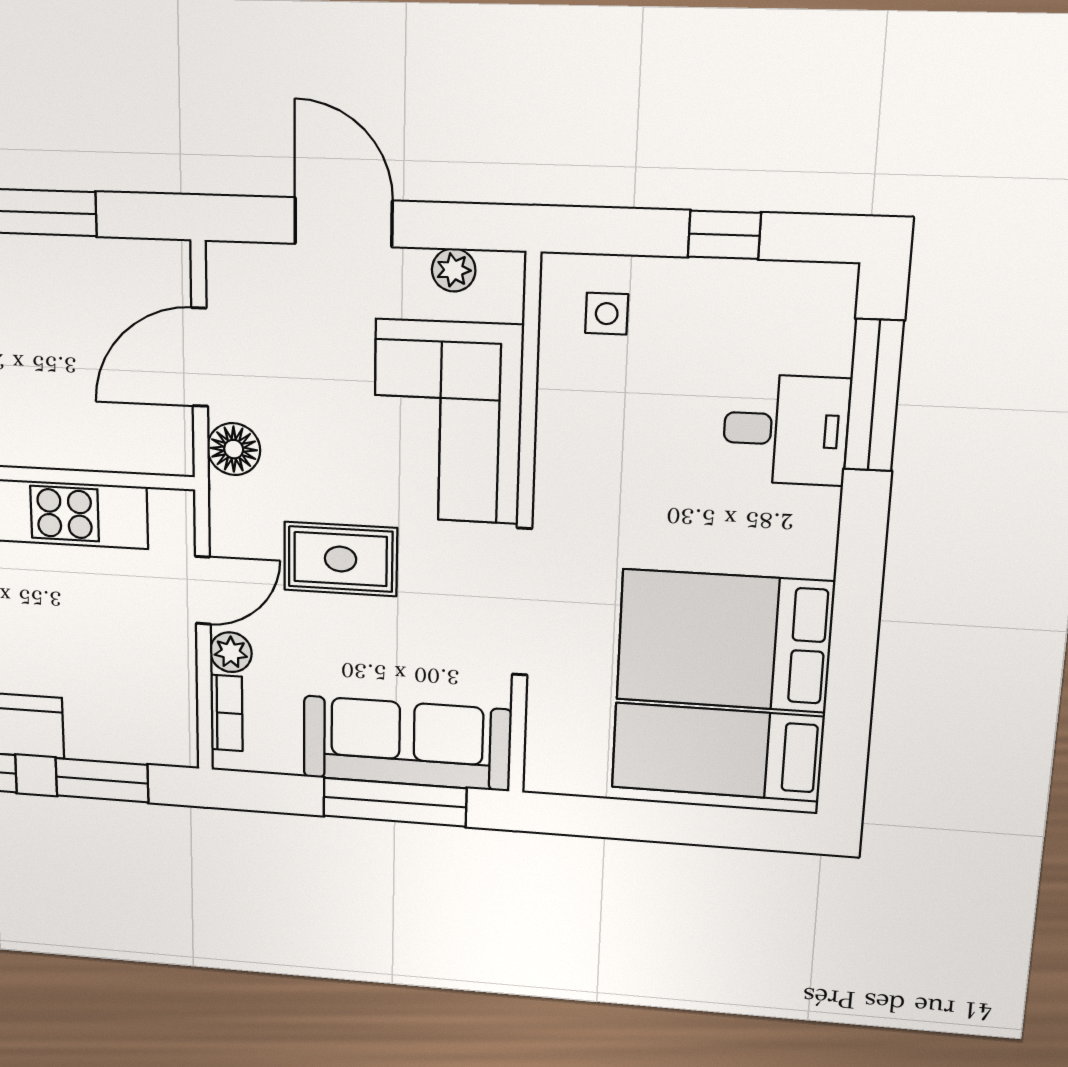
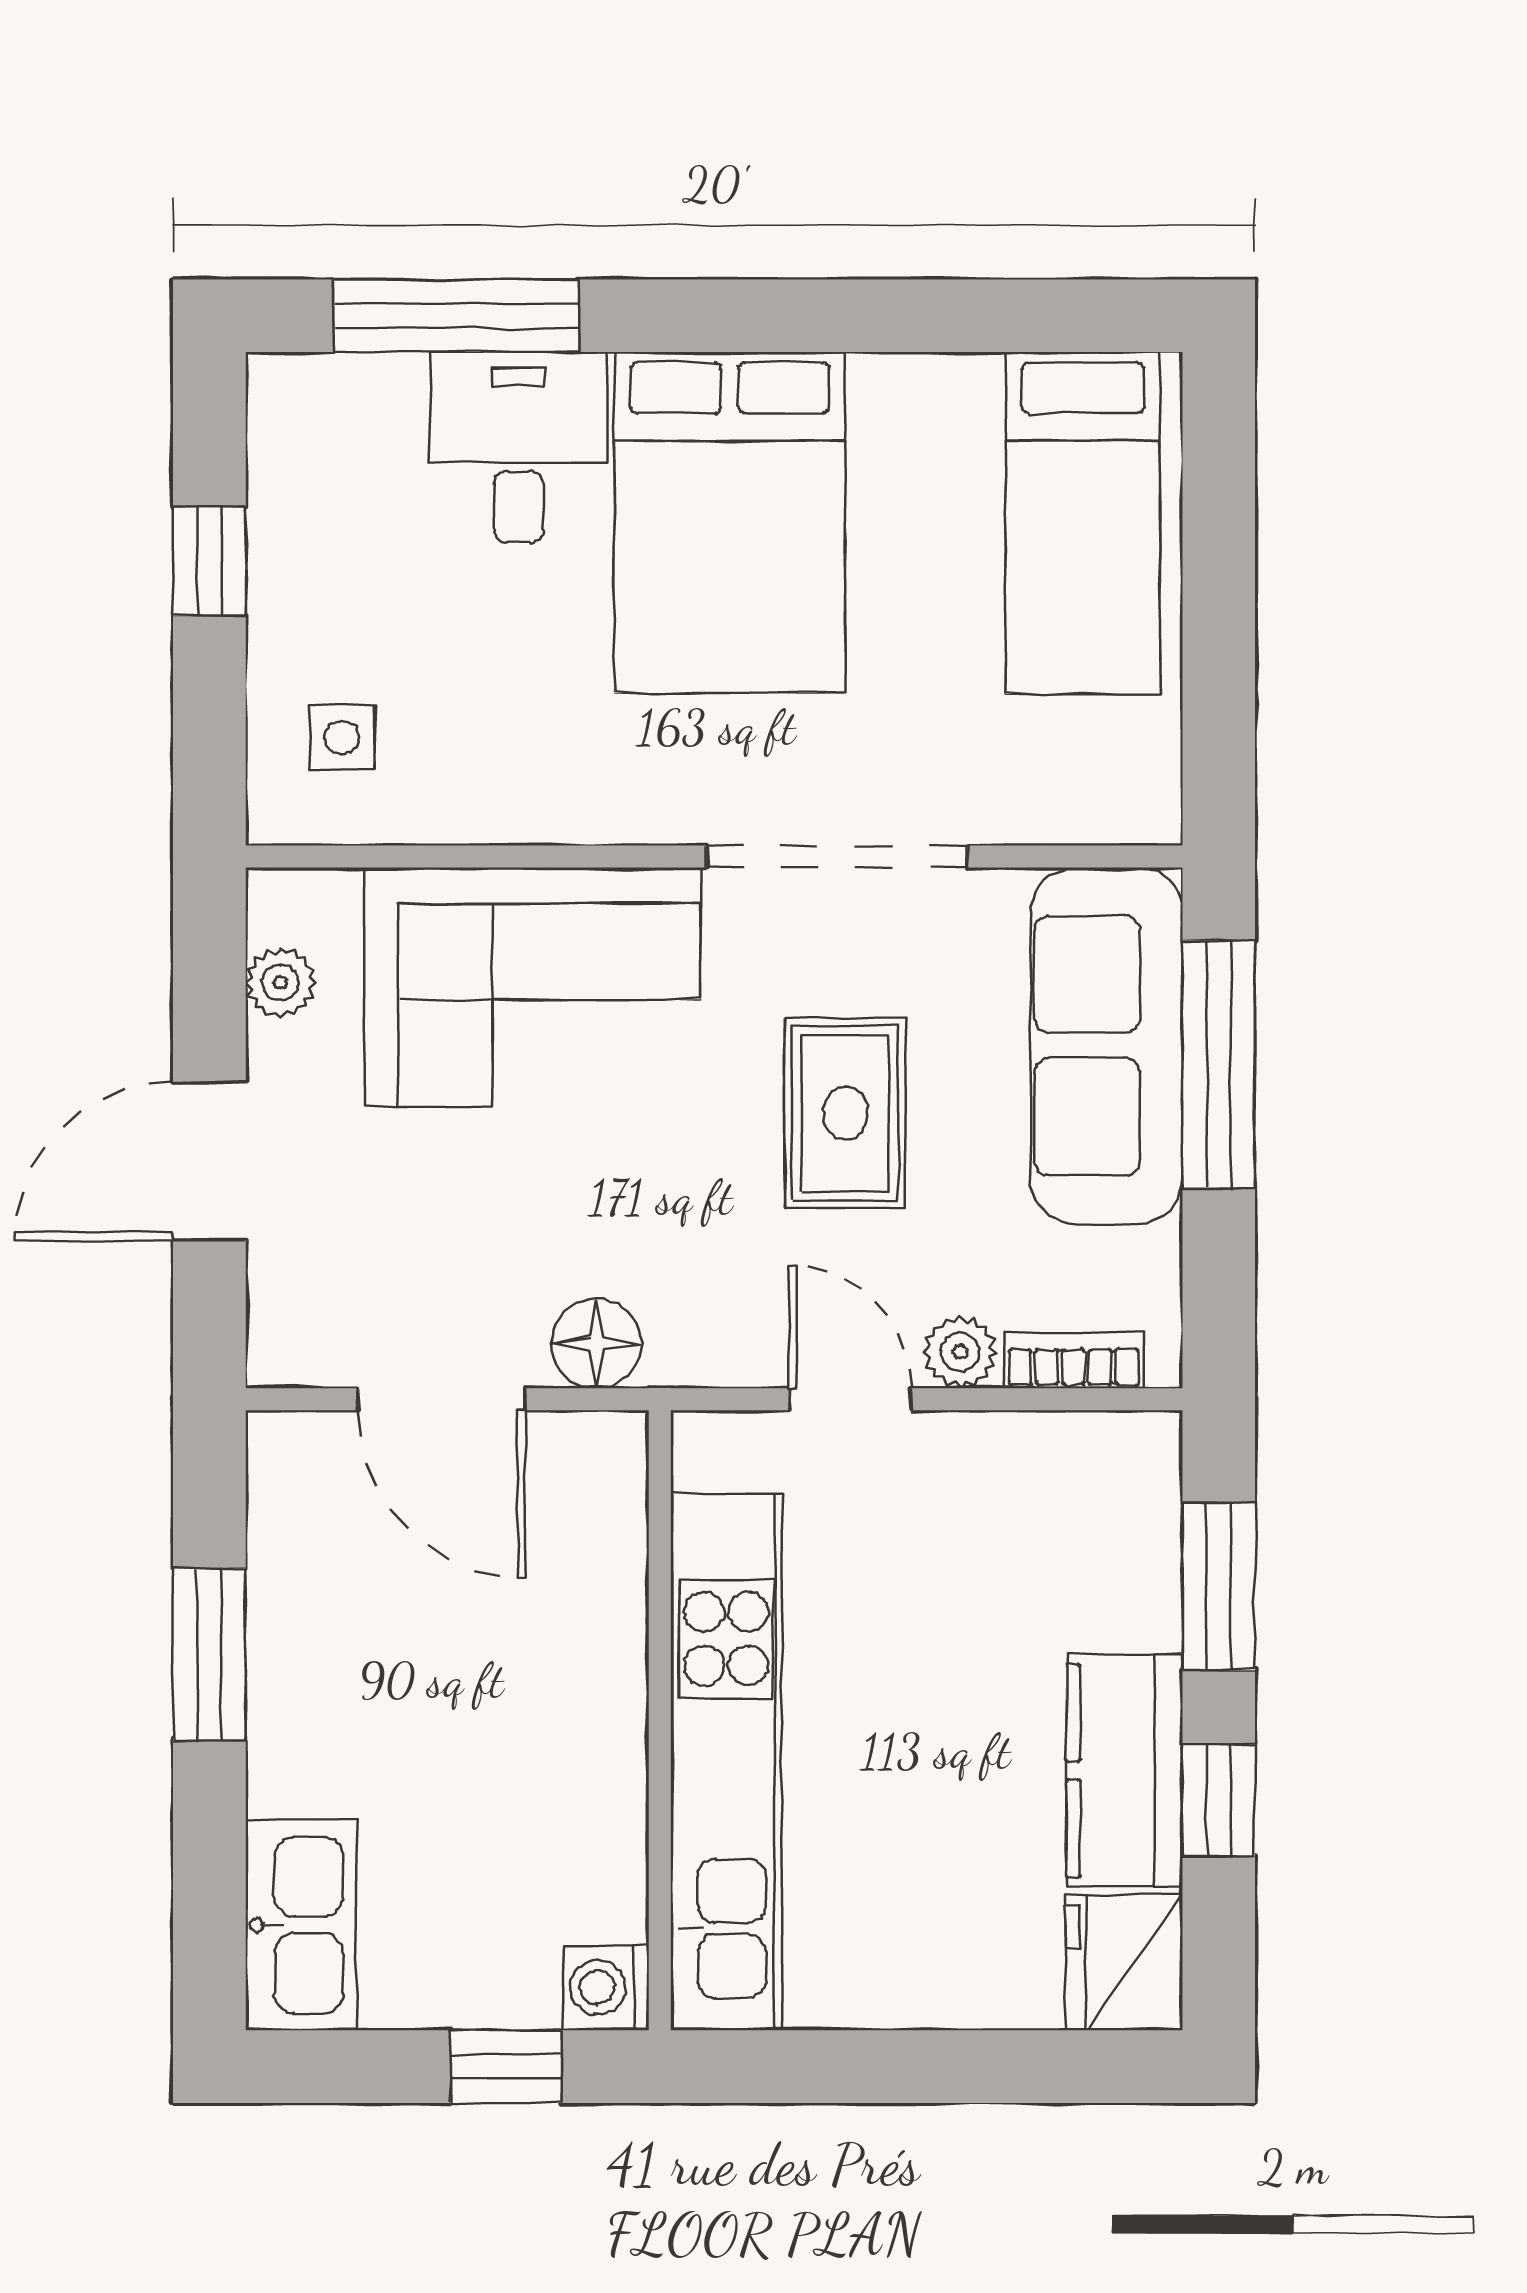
rug: (340, 559) -> (845, 1113), moved
bed: (724, 641) -> (730, 522), moved

